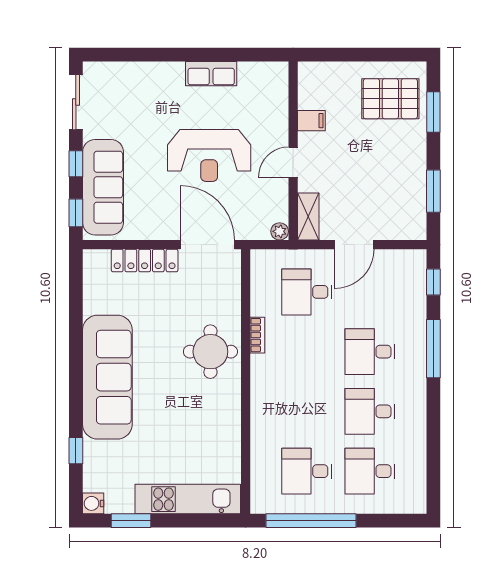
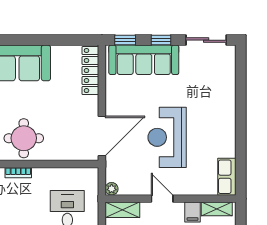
row of seats: (211, 74) -> (227, 177), moved
shelving: (307, 87) -> (217, 209), added
locker: (145, 261) -> (90, 71), moved
bookcase: (257, 335) -> (18, 173), moved

